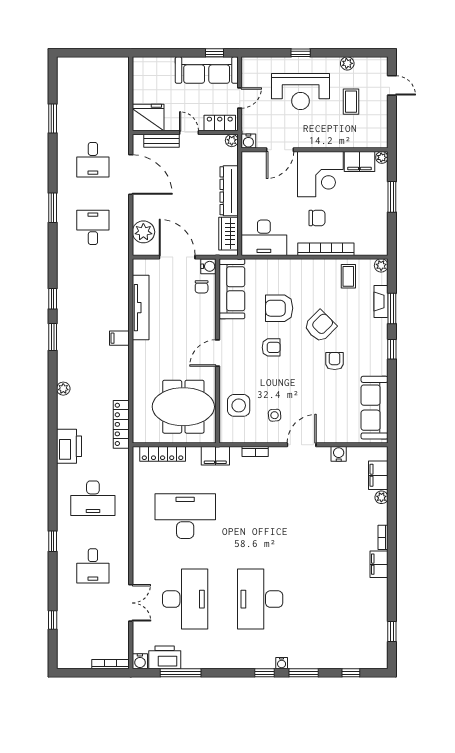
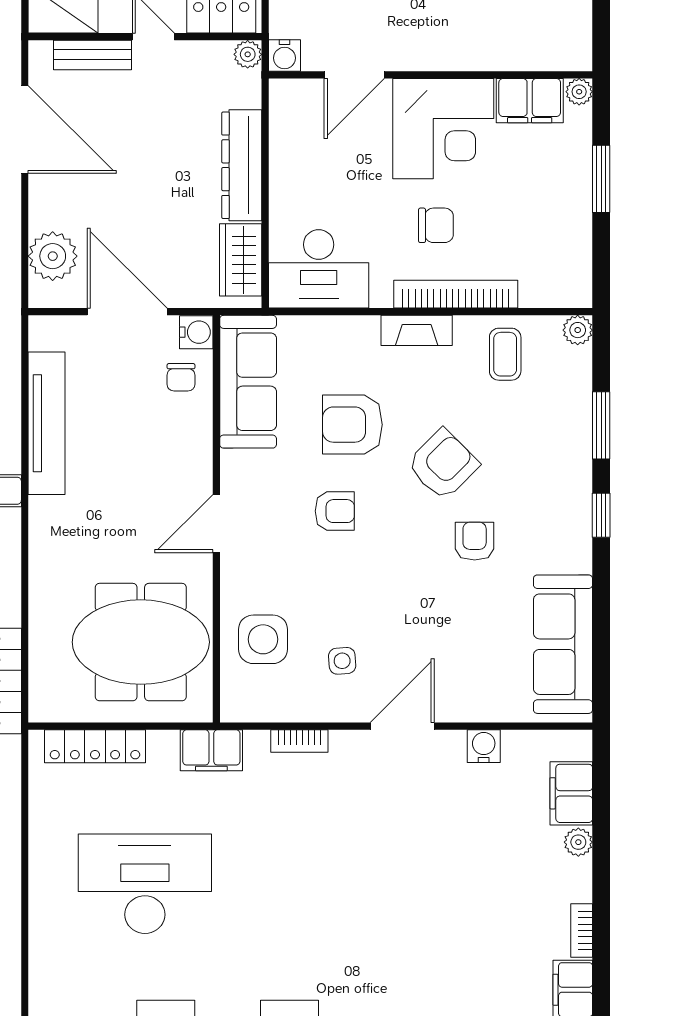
fireplace: (381, 302) -> (417, 330), moved, turned -90

